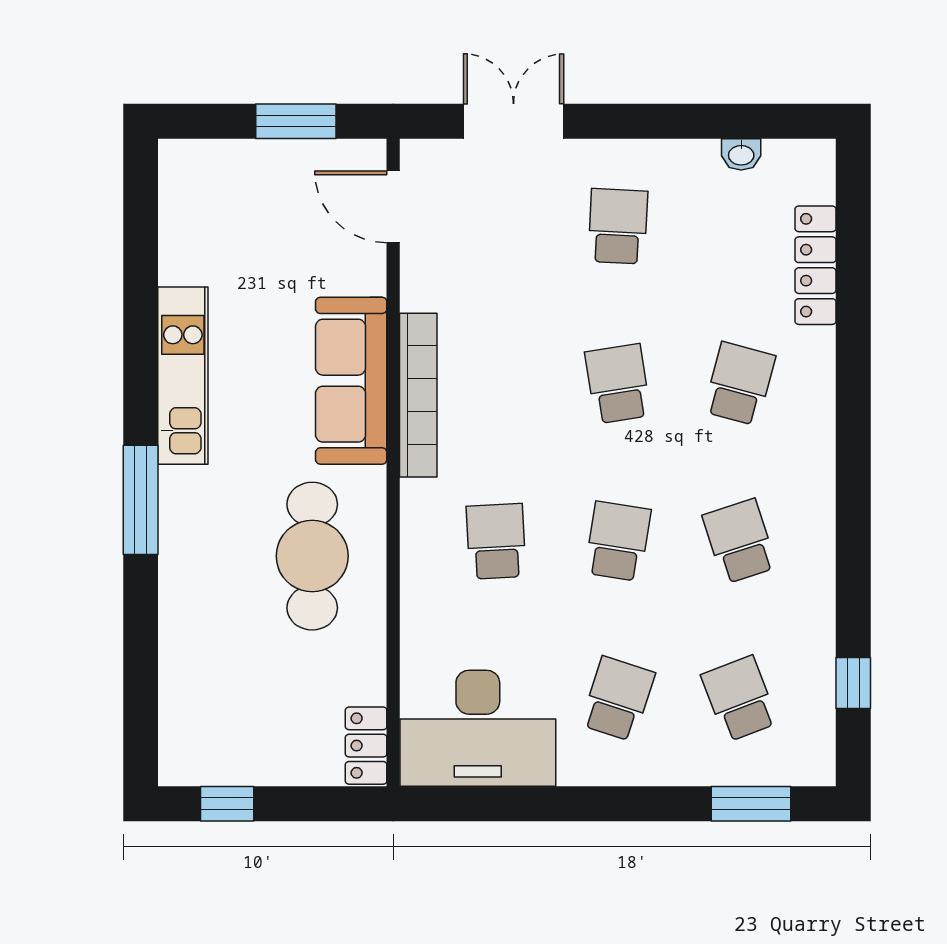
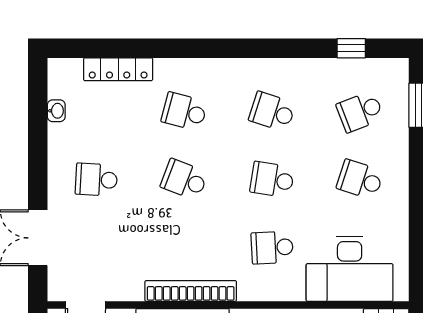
school desk: (618, 384) -> (184, 180), turned 30
school desk: (740, 541) -> (272, 112), turned 36
desk: (478, 728) -> (350, 269), moved, turned 90

